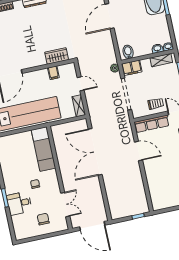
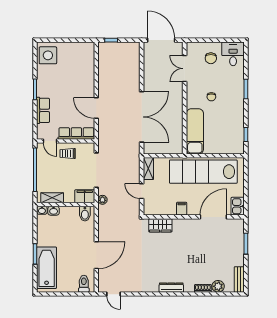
filing cabinet: (53, 73) -> (182, 209), moved
desk: (19, 203) -> (233, 54), moved, turned -90

